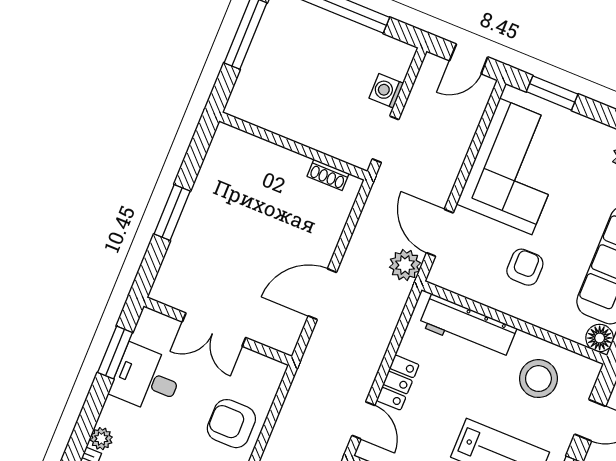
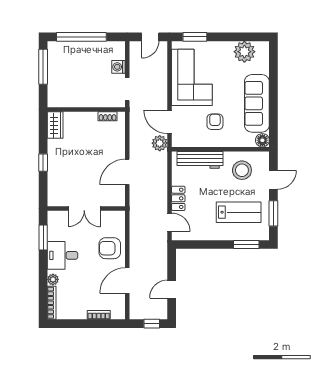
wardrobe: (223, 151) -> (55, 125), added
window: (172, 213) -> (43, 163), width x0.67
desk: (146, 379) -> (63, 255), moved

